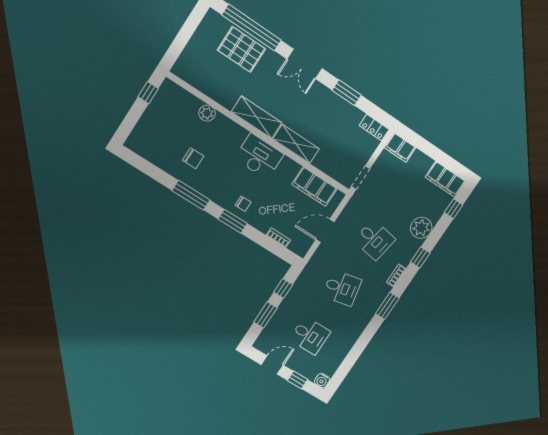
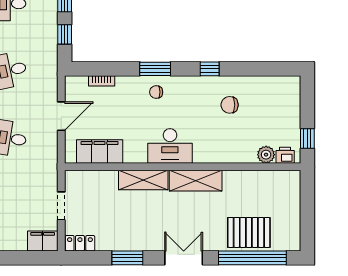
printer: (174, 91) -> (285, 155), added
plant: (207, 113) -> (266, 155), moved
doorway: (361, 178) -> (61, 206), moved
window: (191, 195) -> (210, 69), width x0.46

